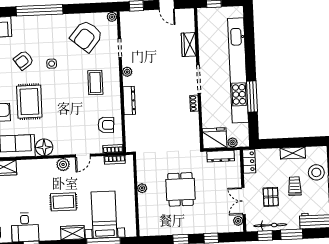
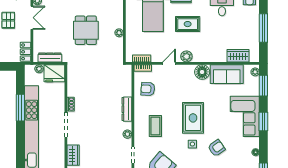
rug: (29, 102) -> (193, 118), moved

